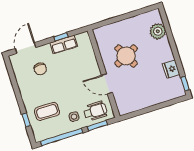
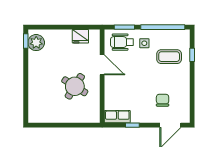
plant: (158, 31) -> (36, 43), moved
row of seats: (64, 45) -> (117, 117), moved
round table: (126, 56) -> (75, 86), turned -31
fridge: (171, 69) -> (80, 36), moved, turned 90

